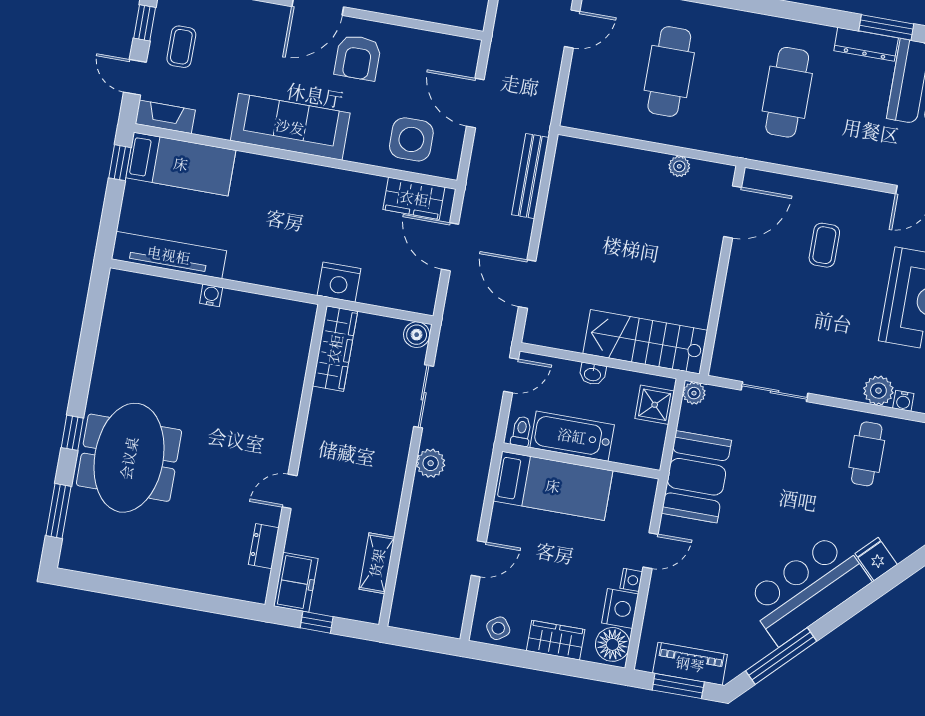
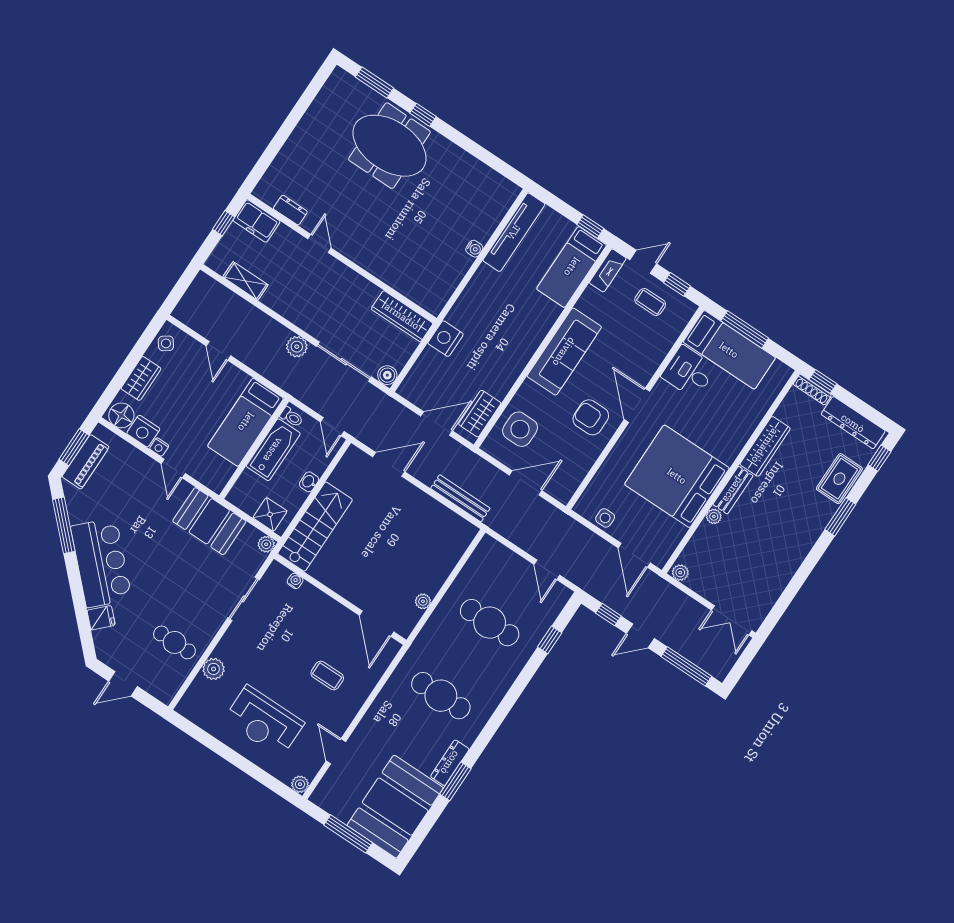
sliding door: (424, 396) -> (344, 362), width x1.37
water cooler: (903, 401) -> (295, 581), moved, turned 90

